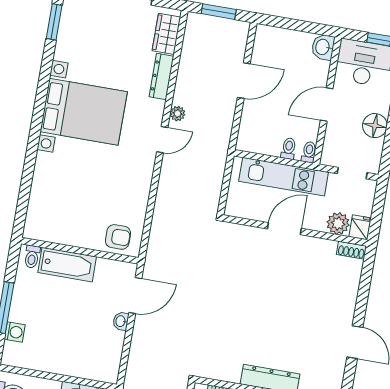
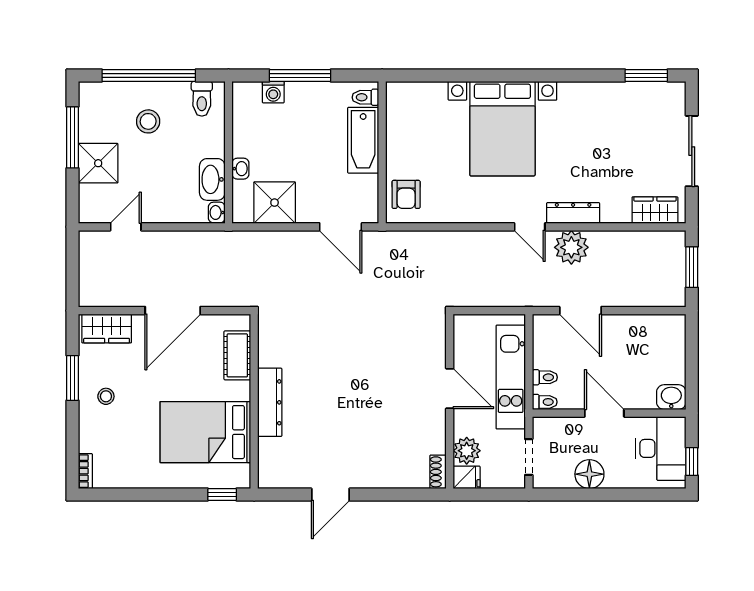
dresser: (161, 77) -> (573, 213), moved
door: (244, 81) -> (580, 311), moved
bed with nightstands: (84, 112) -> (502, 129), moved
plant: (177, 114) -> (571, 247), width x1.88, depth x1.88
washbasin: (121, 321) -> (240, 169), moved, turned 90
shower: (106, 347) -> (275, 203), added

